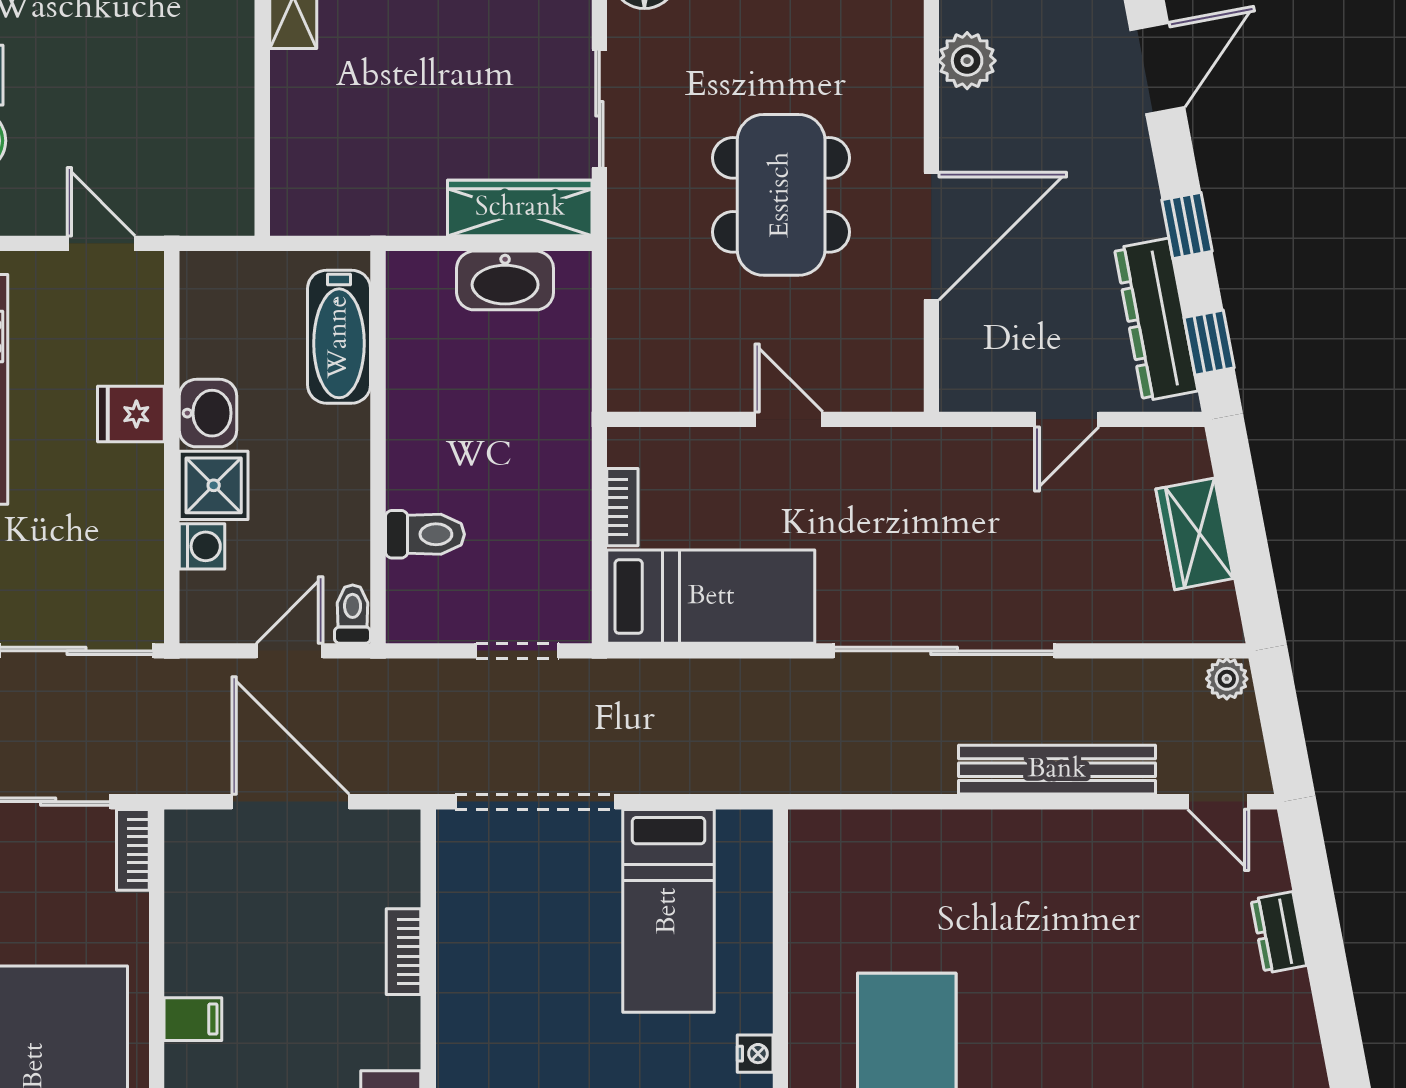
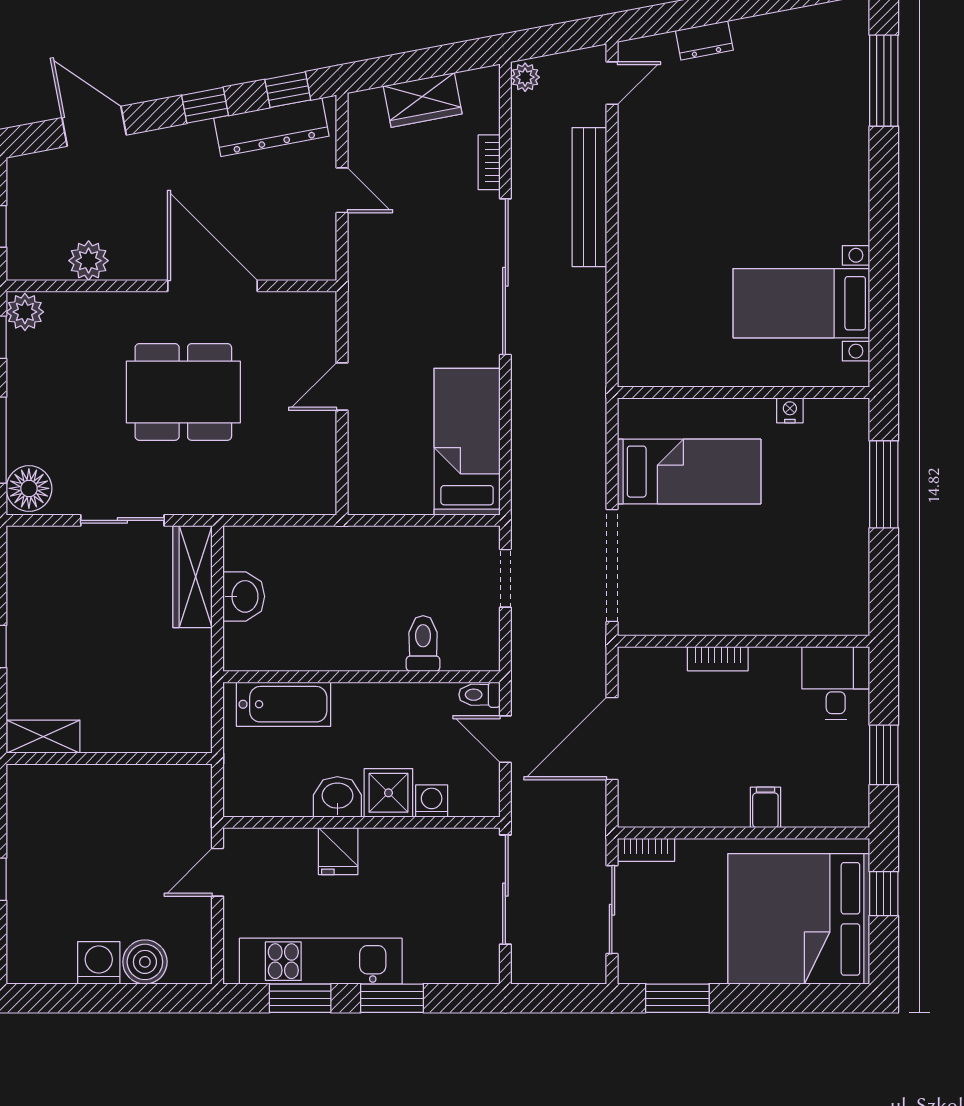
washbasin: (505, 280) -> (244, 596), width x0.72
bookcase: (622, 507) -> (489, 162), moved, turned -90

